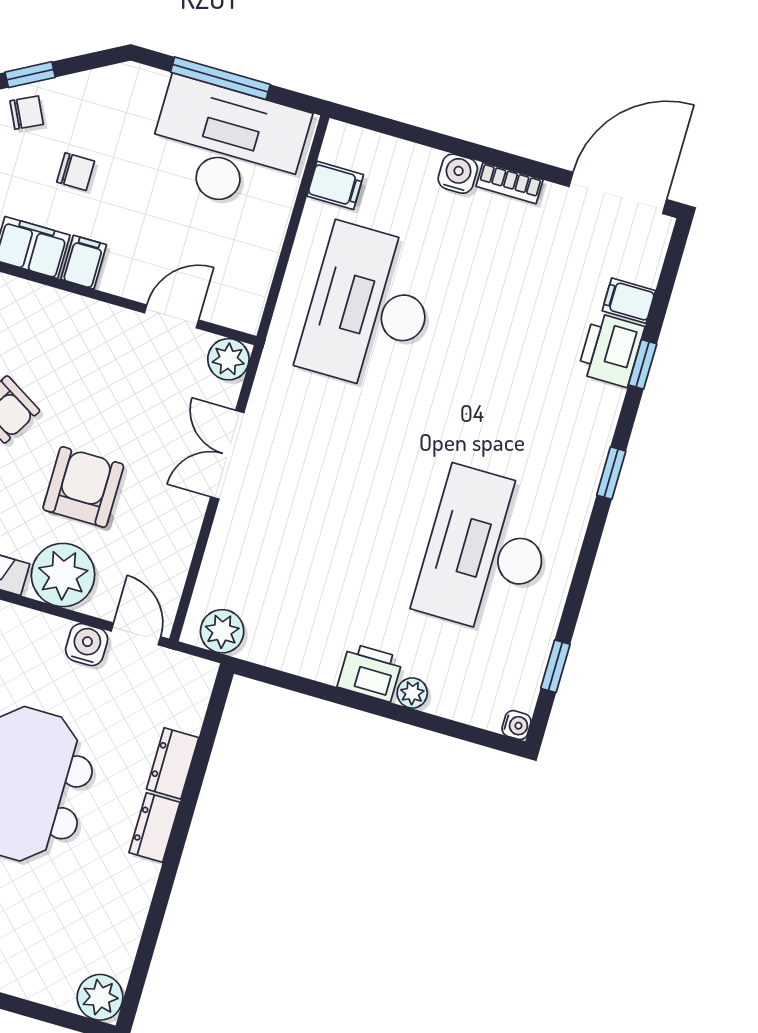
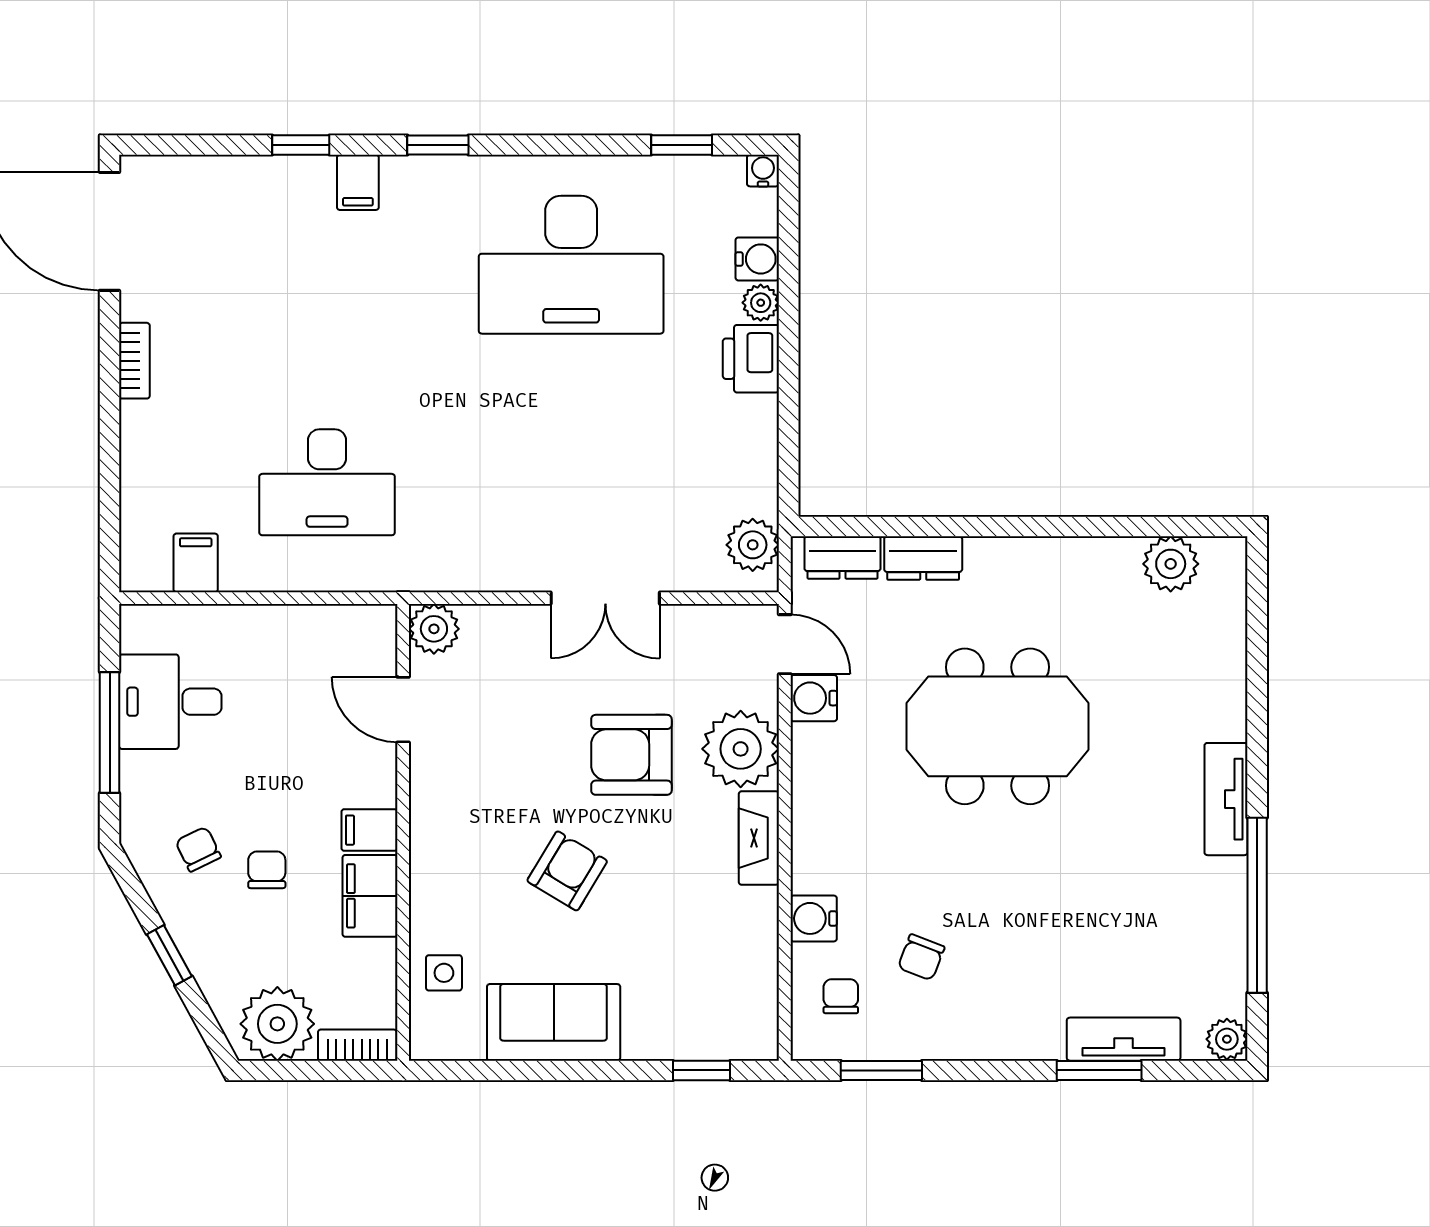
chair: (27, 113) -> (198, 849), moved
desk: (227, 146) -> (170, 702), width x0.53, depth x0.77
water cooler: (458, 174) -> (757, 259), moved, turned 180
filing cabinet: (629, 301) -> (358, 182), moved
desk: (369, 308) -> (327, 482), width x0.73, depth x0.77
printer: (611, 350) -> (295, 187), removed
double door: (227, 455) -> (605, 598), moved
door: (136, 634) -> (785, 644), swing flipped
dresser: (154, 827) -> (843, 558), moved
plant: (100, 997) -> (1171, 564), moved

